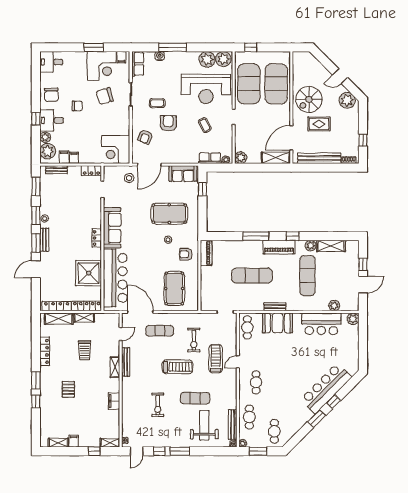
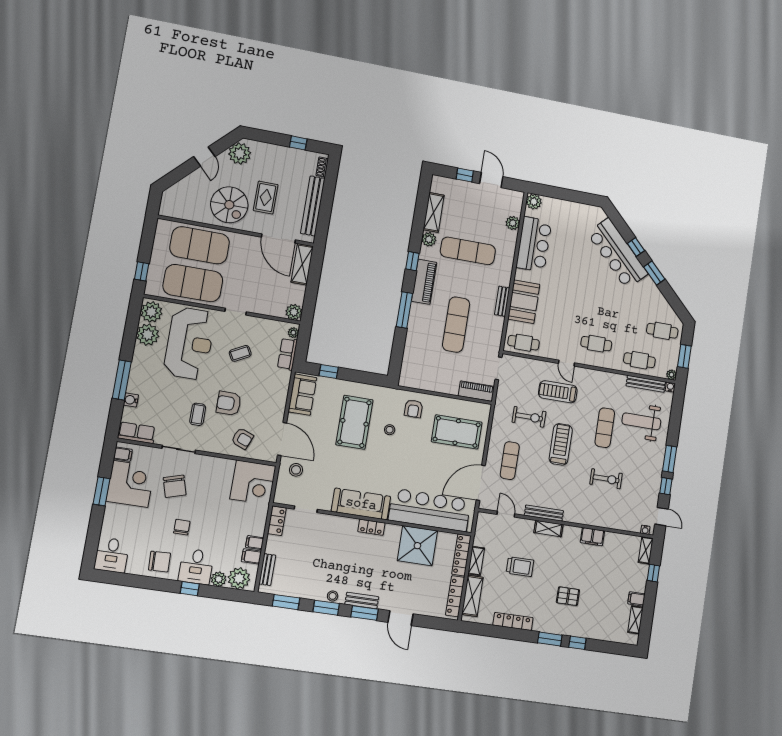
piano: (206, 253) -> (476, 391), moved

